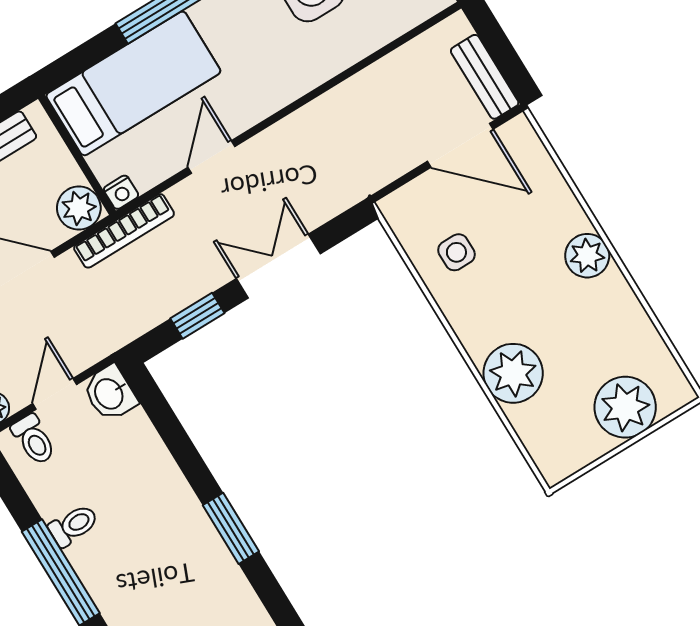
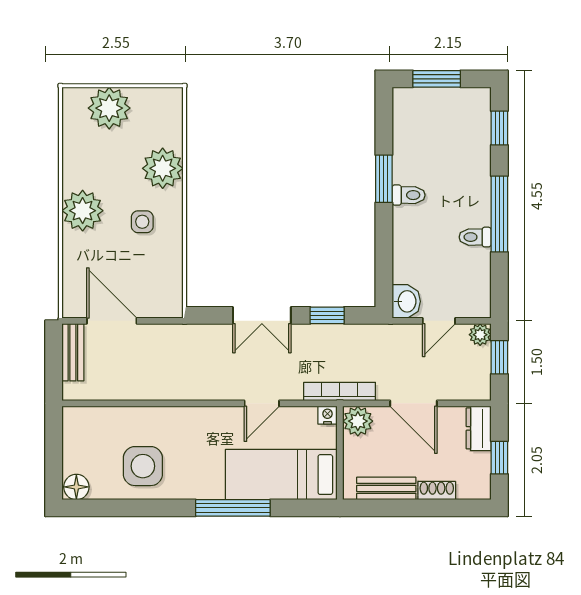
side table: (456, 252) -> (142, 222), moved
plant: (587, 256) -> (83, 211), width x1.36, depth x1.36
toilet: (34, 440) -> (409, 195), moved, turned 90

